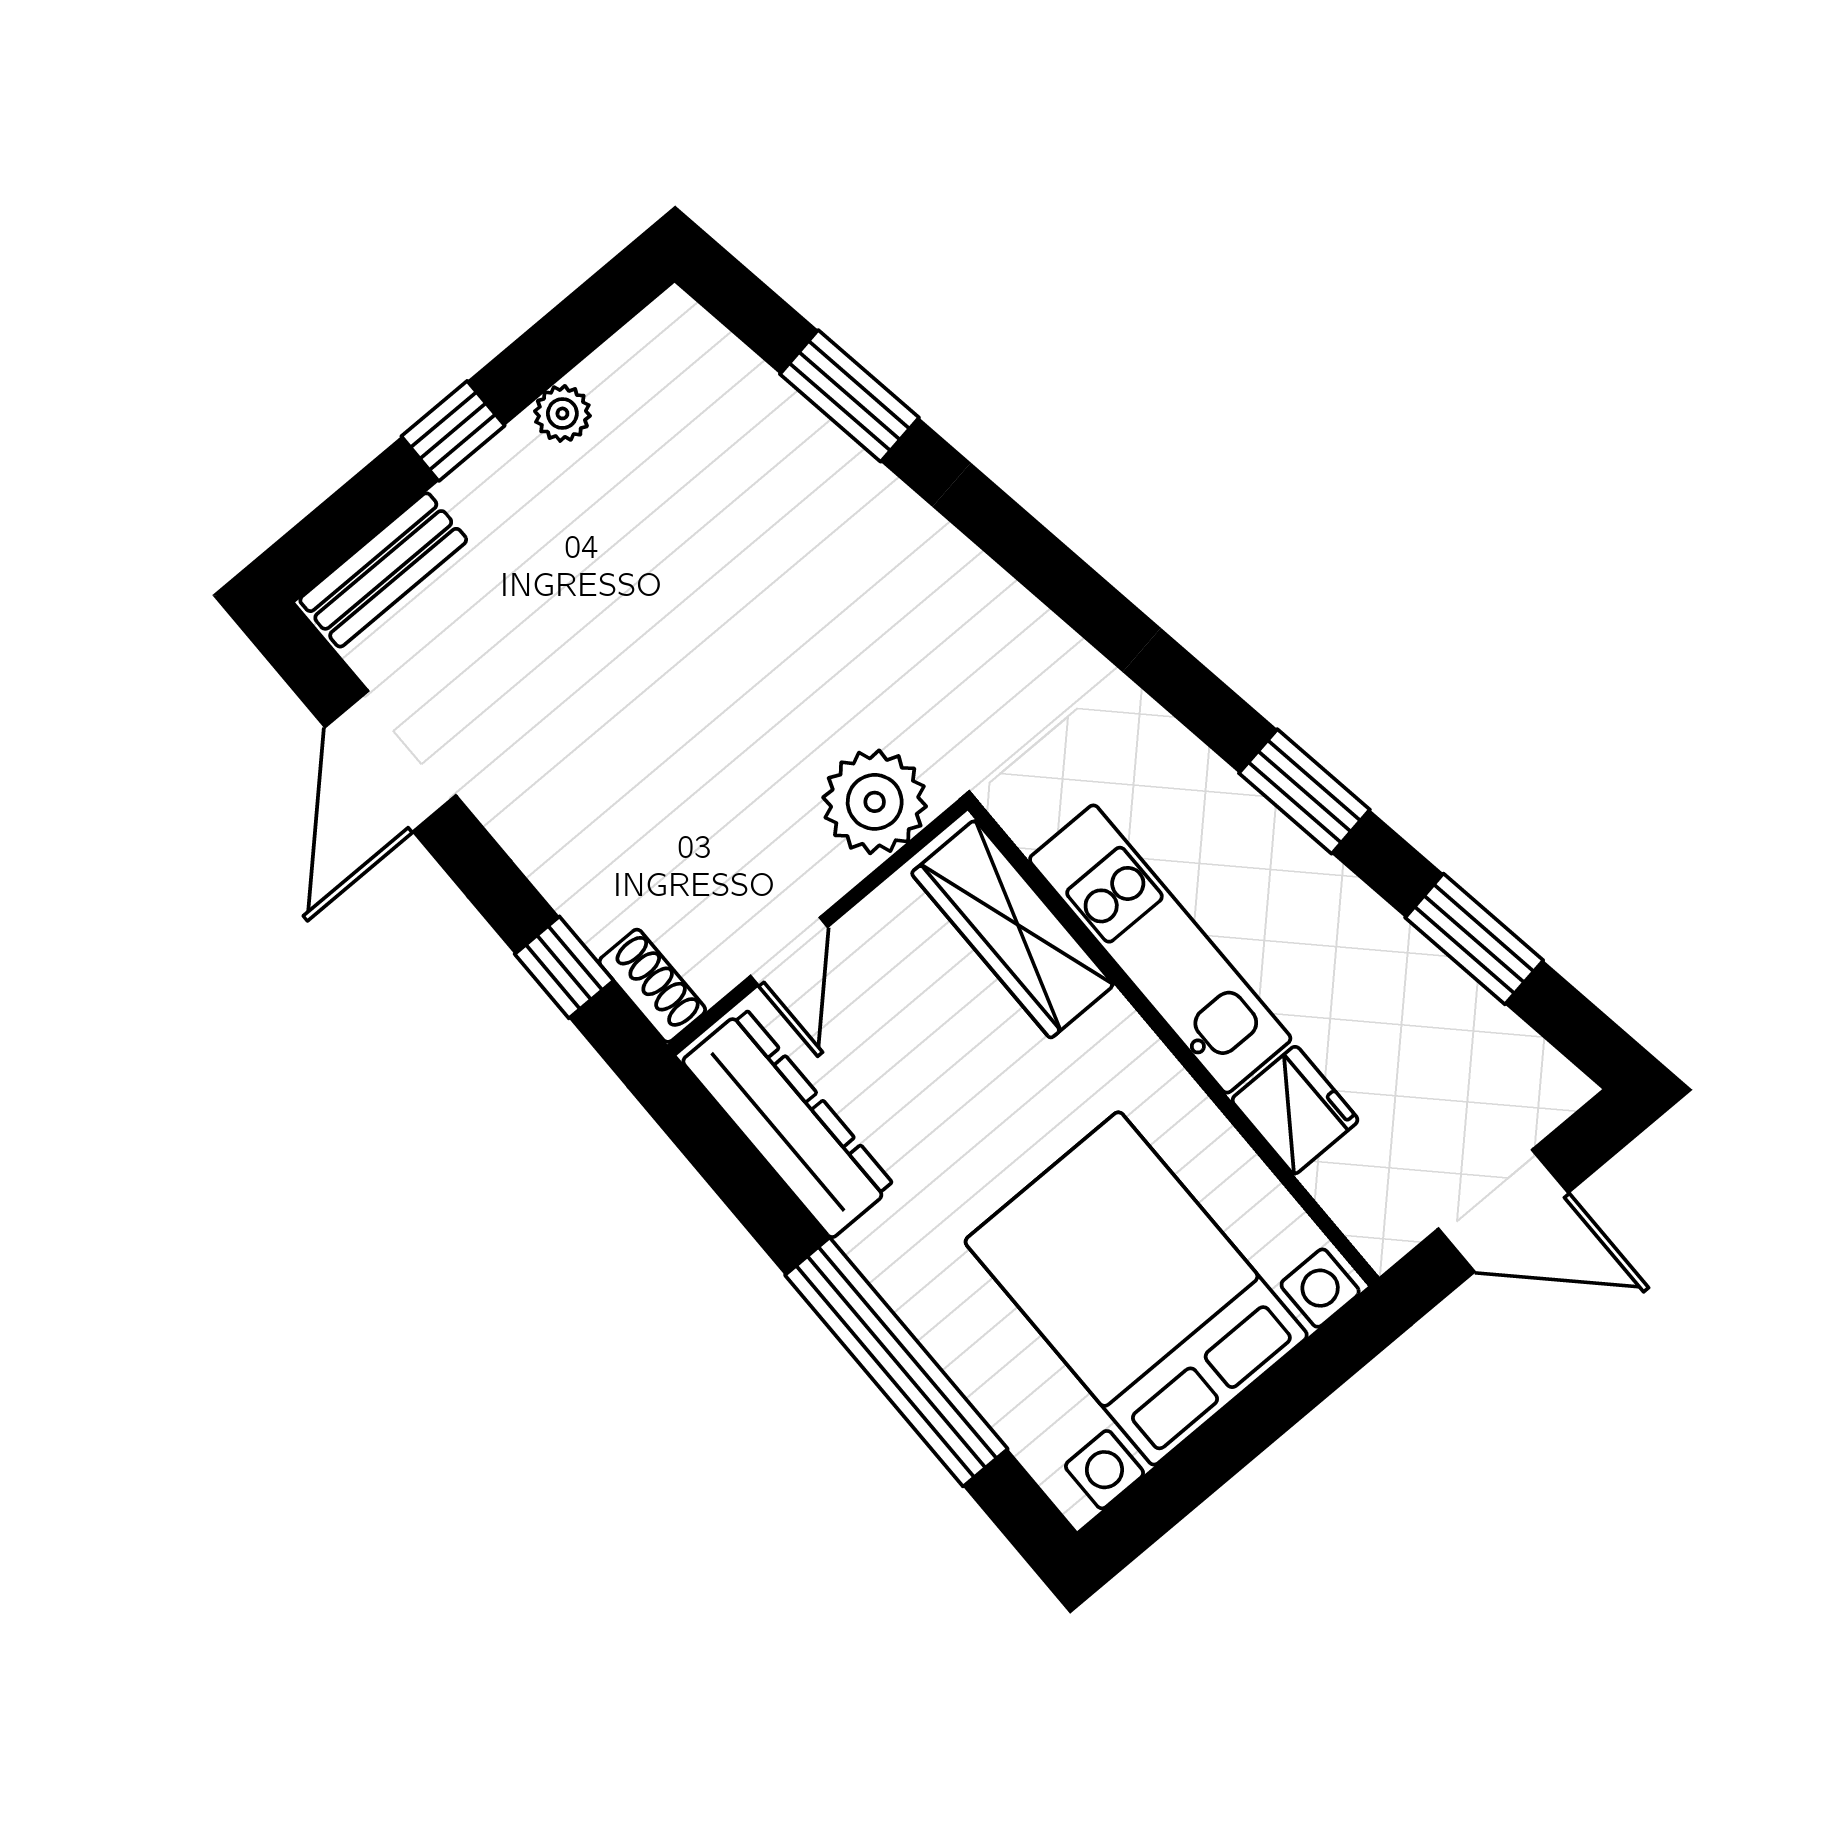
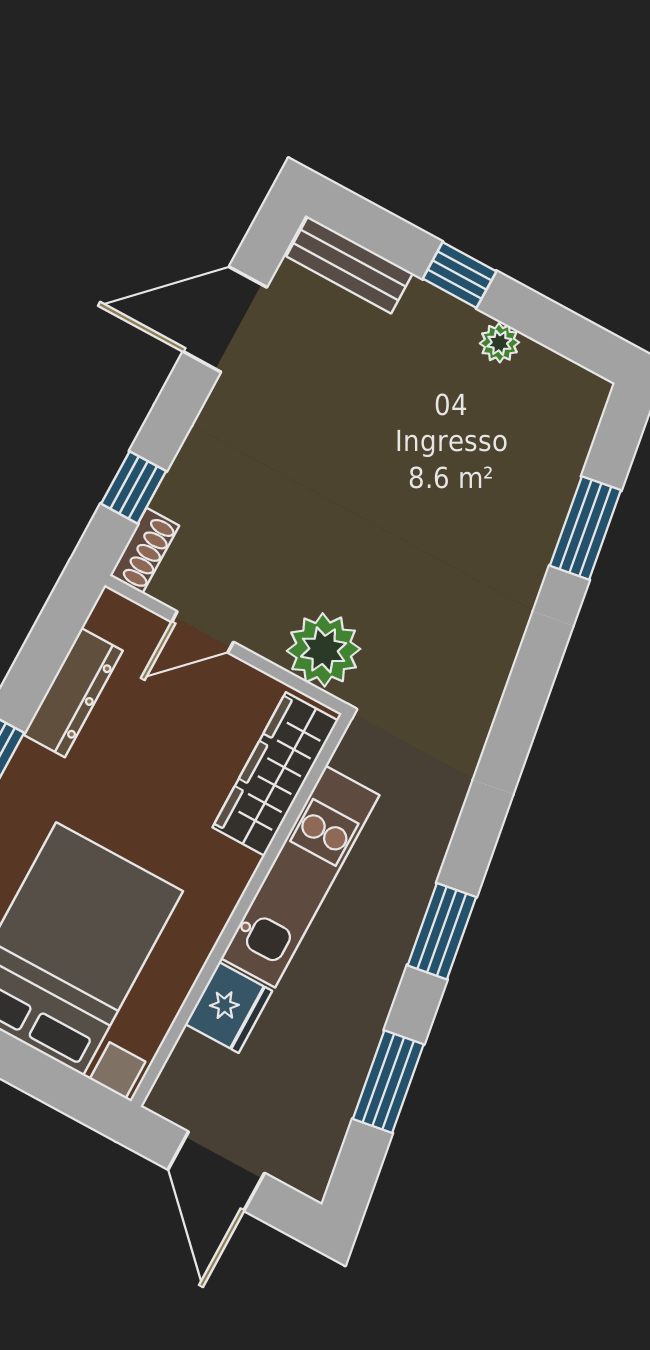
dresser: (788, 1123) -> (73, 693), width x0.73, depth x0.80

